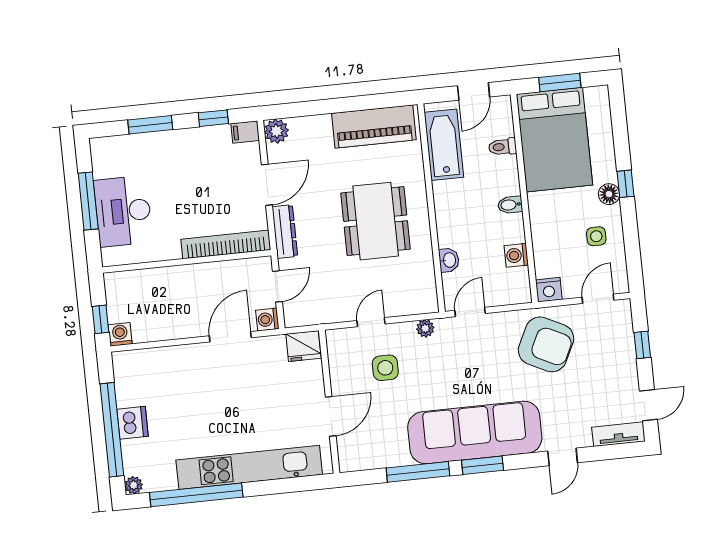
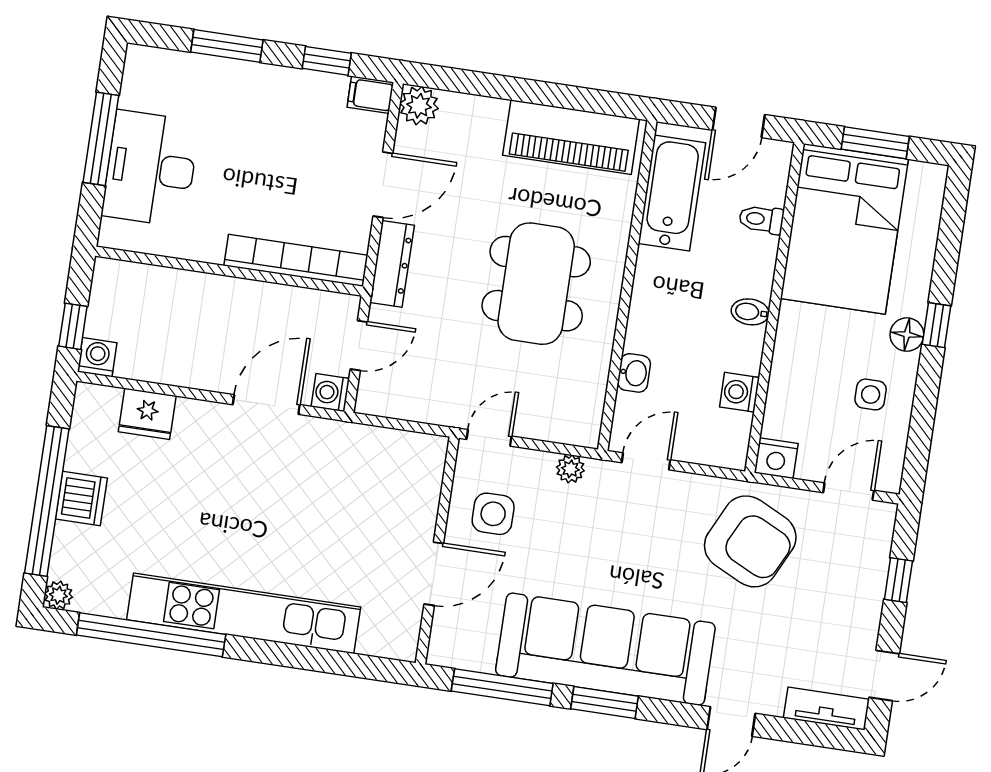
fridge: (303, 346) -> (147, 414), moved
wall: (329, 402) -> (437, 550), moved
door: (331, 416) -> (434, 574), moved

